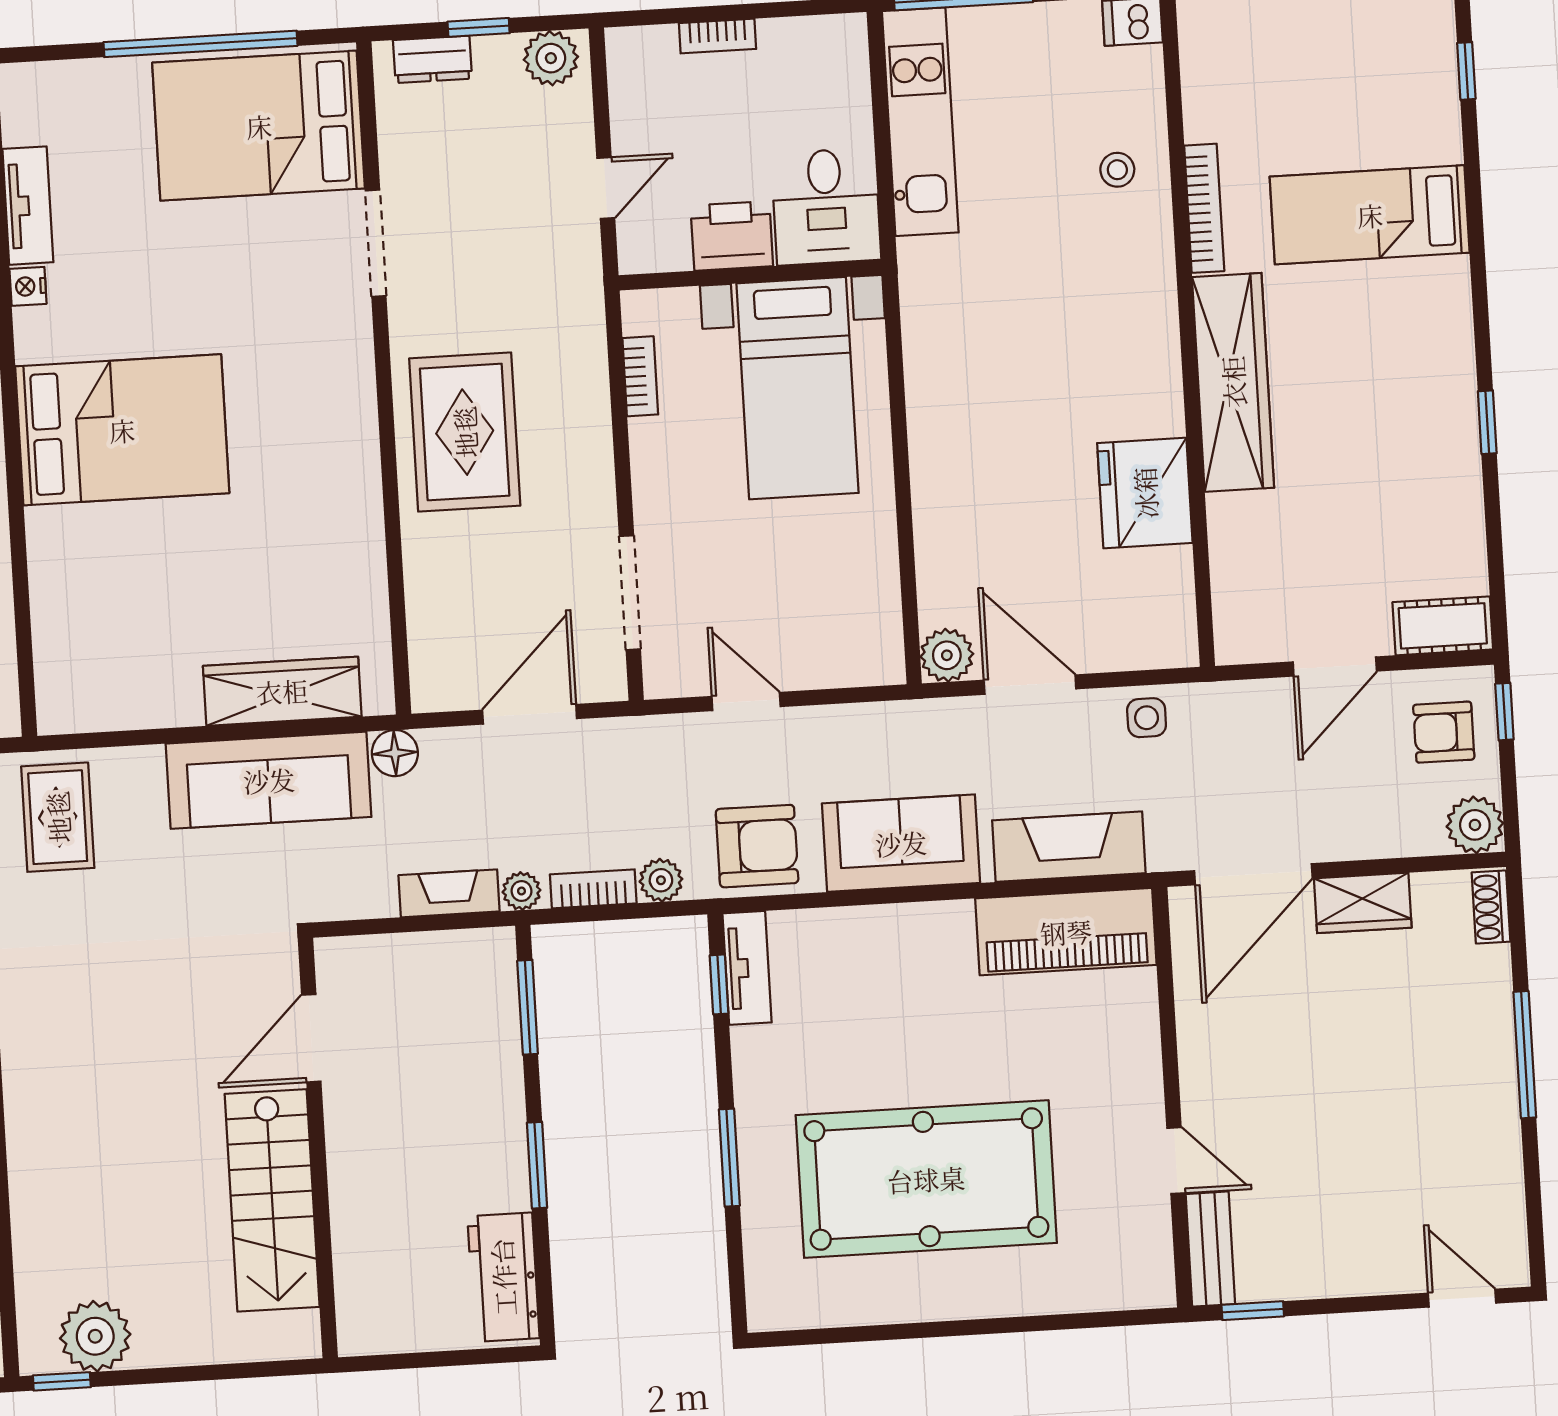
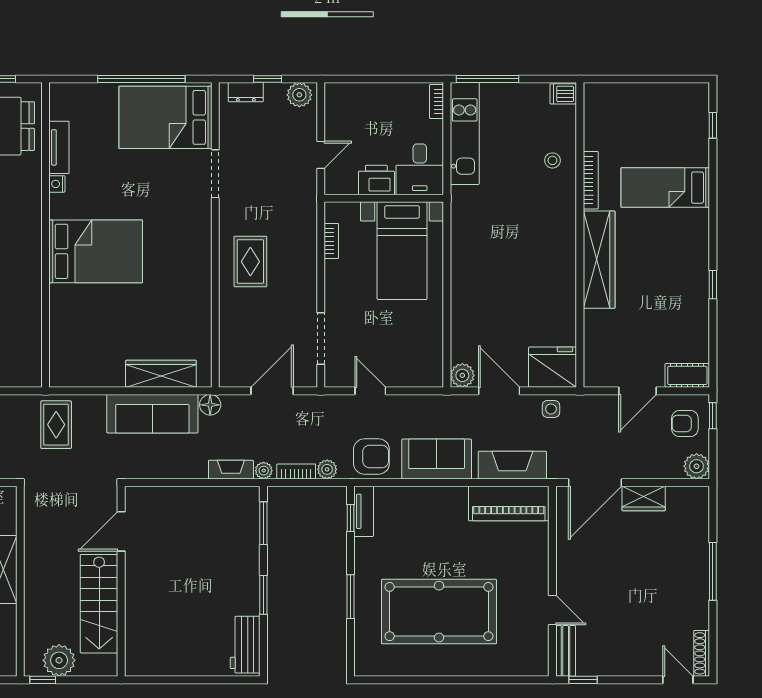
bookcase: (717, 36) -> (437, 102), moved, turned 90
rug: (465, 432) -> (250, 262), width x0.73, depth x0.70
fridge: (1145, 493) -> (553, 367), moved, turned 90
shoe rack: (1491, 907) -> (702, 653), moved, width x1.43
door: (311, 1038) -> (121, 531), moved
wall: (318, 1148) -> (121, 581), moved
stairs: (272, 1200) -> (99, 604), moved

